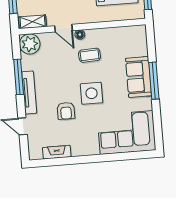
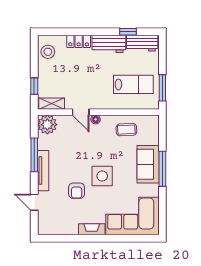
coffee table: (90, 55) -> (126, 130), moved
fireplace: (57, 152) -> (92, 229), moved

